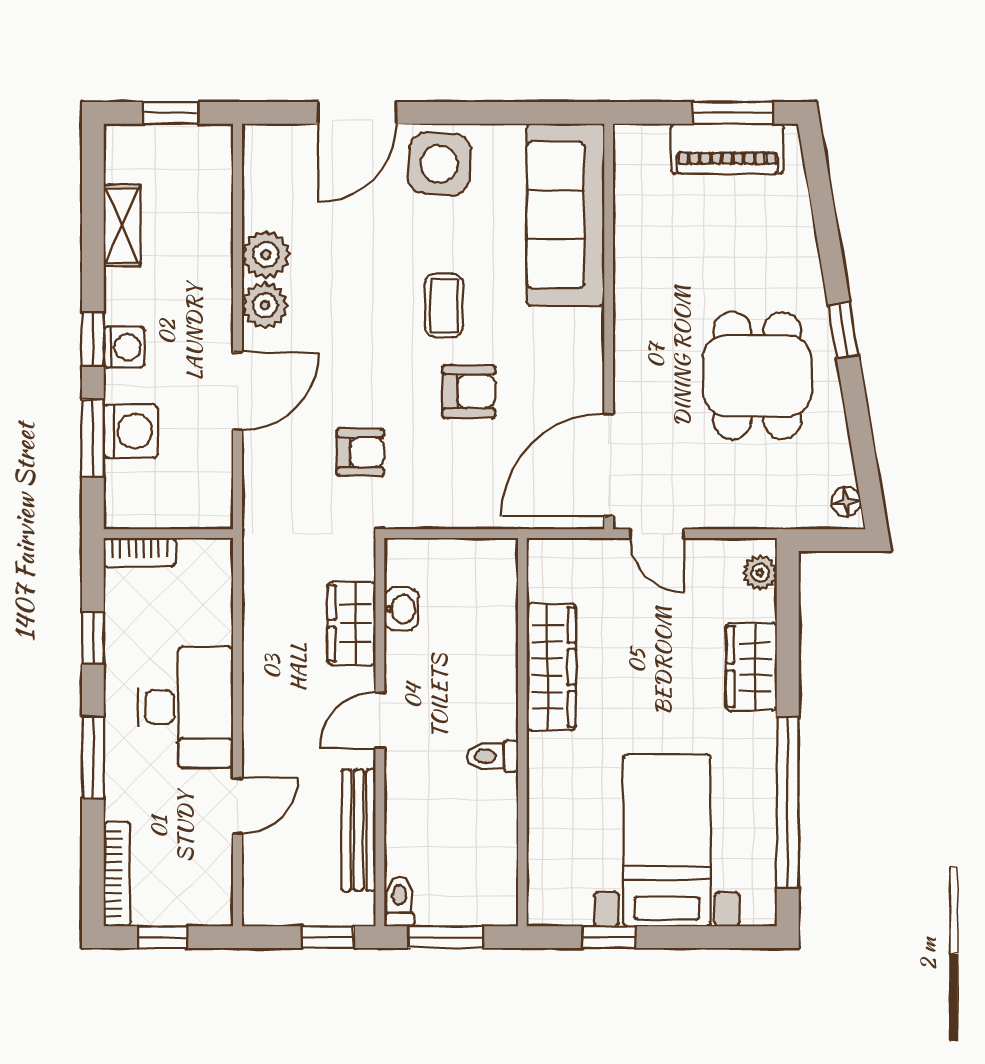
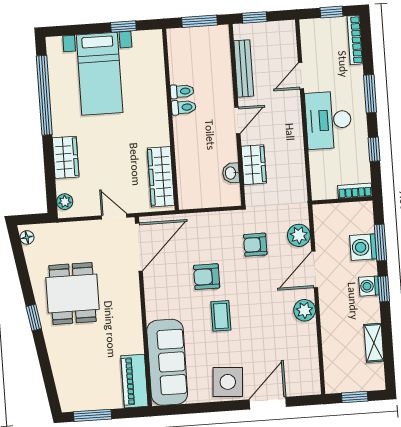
piano: (727, 149) -> (134, 381), moved, turned -90
plant: (266, 255) -> (299, 235), moved
wardrobe: (551, 667) -> (161, 177), moved
toilet: (399, 902) -> (182, 91), moved, turned -90

